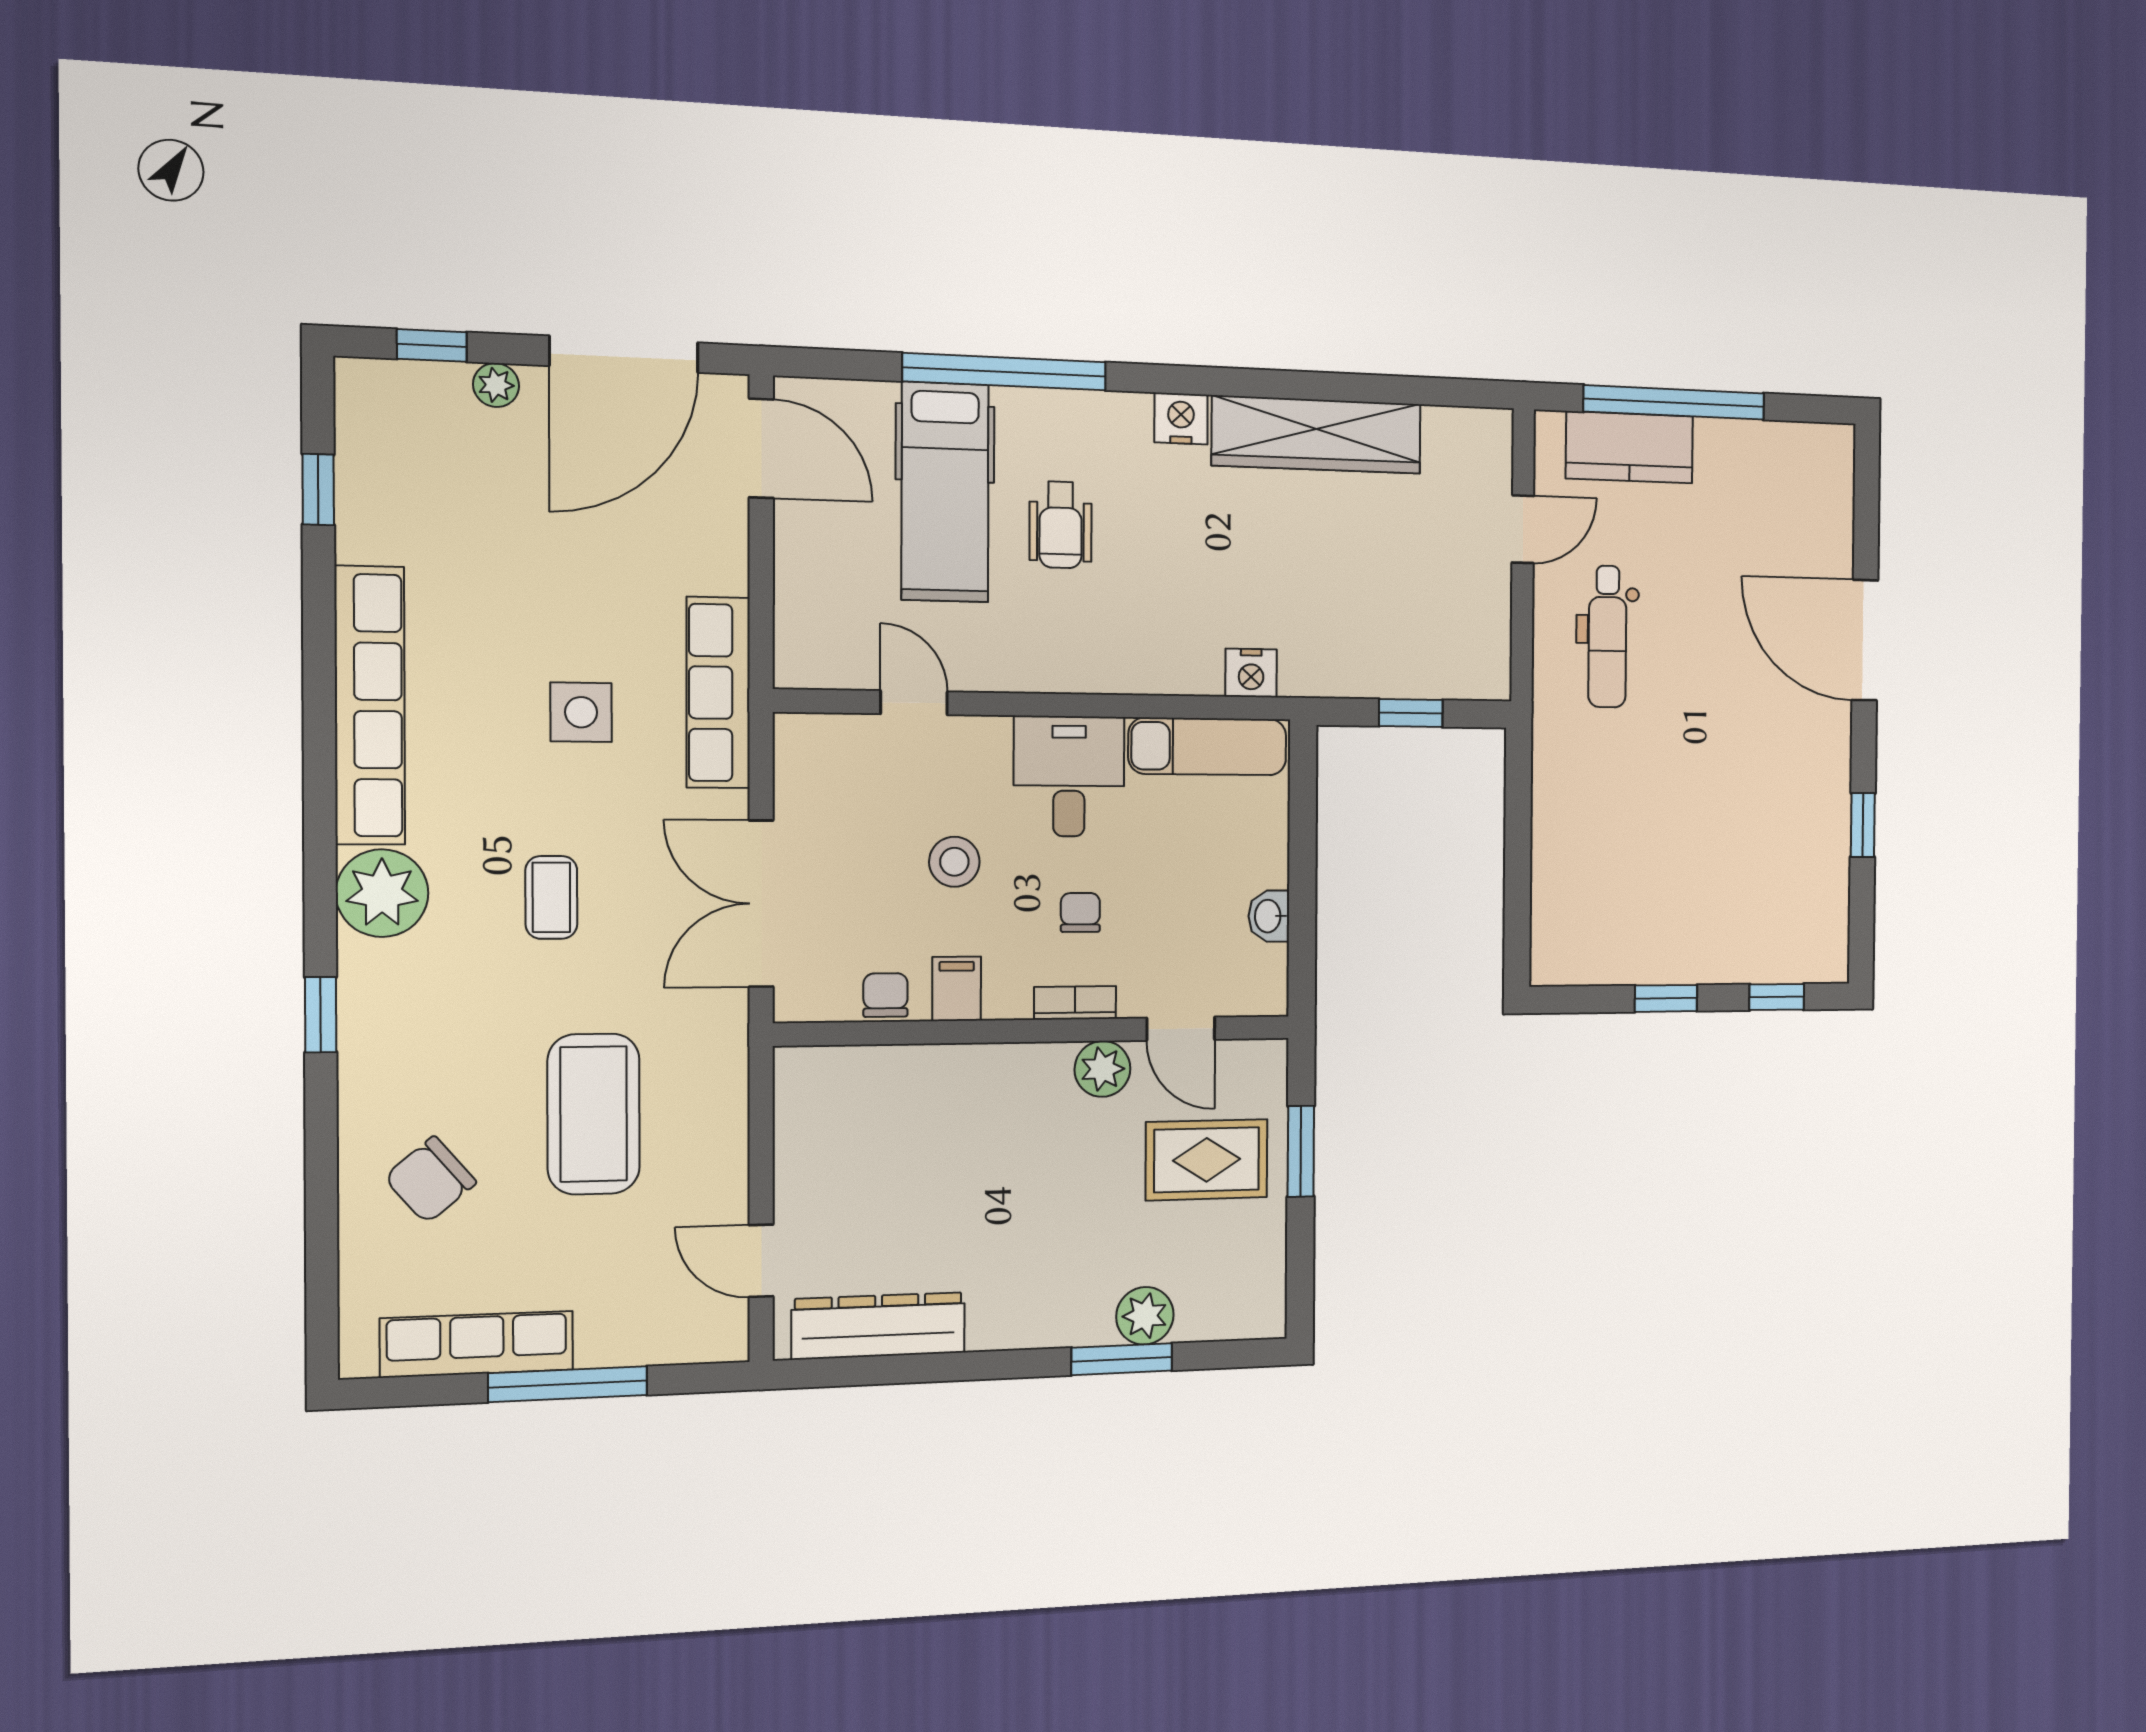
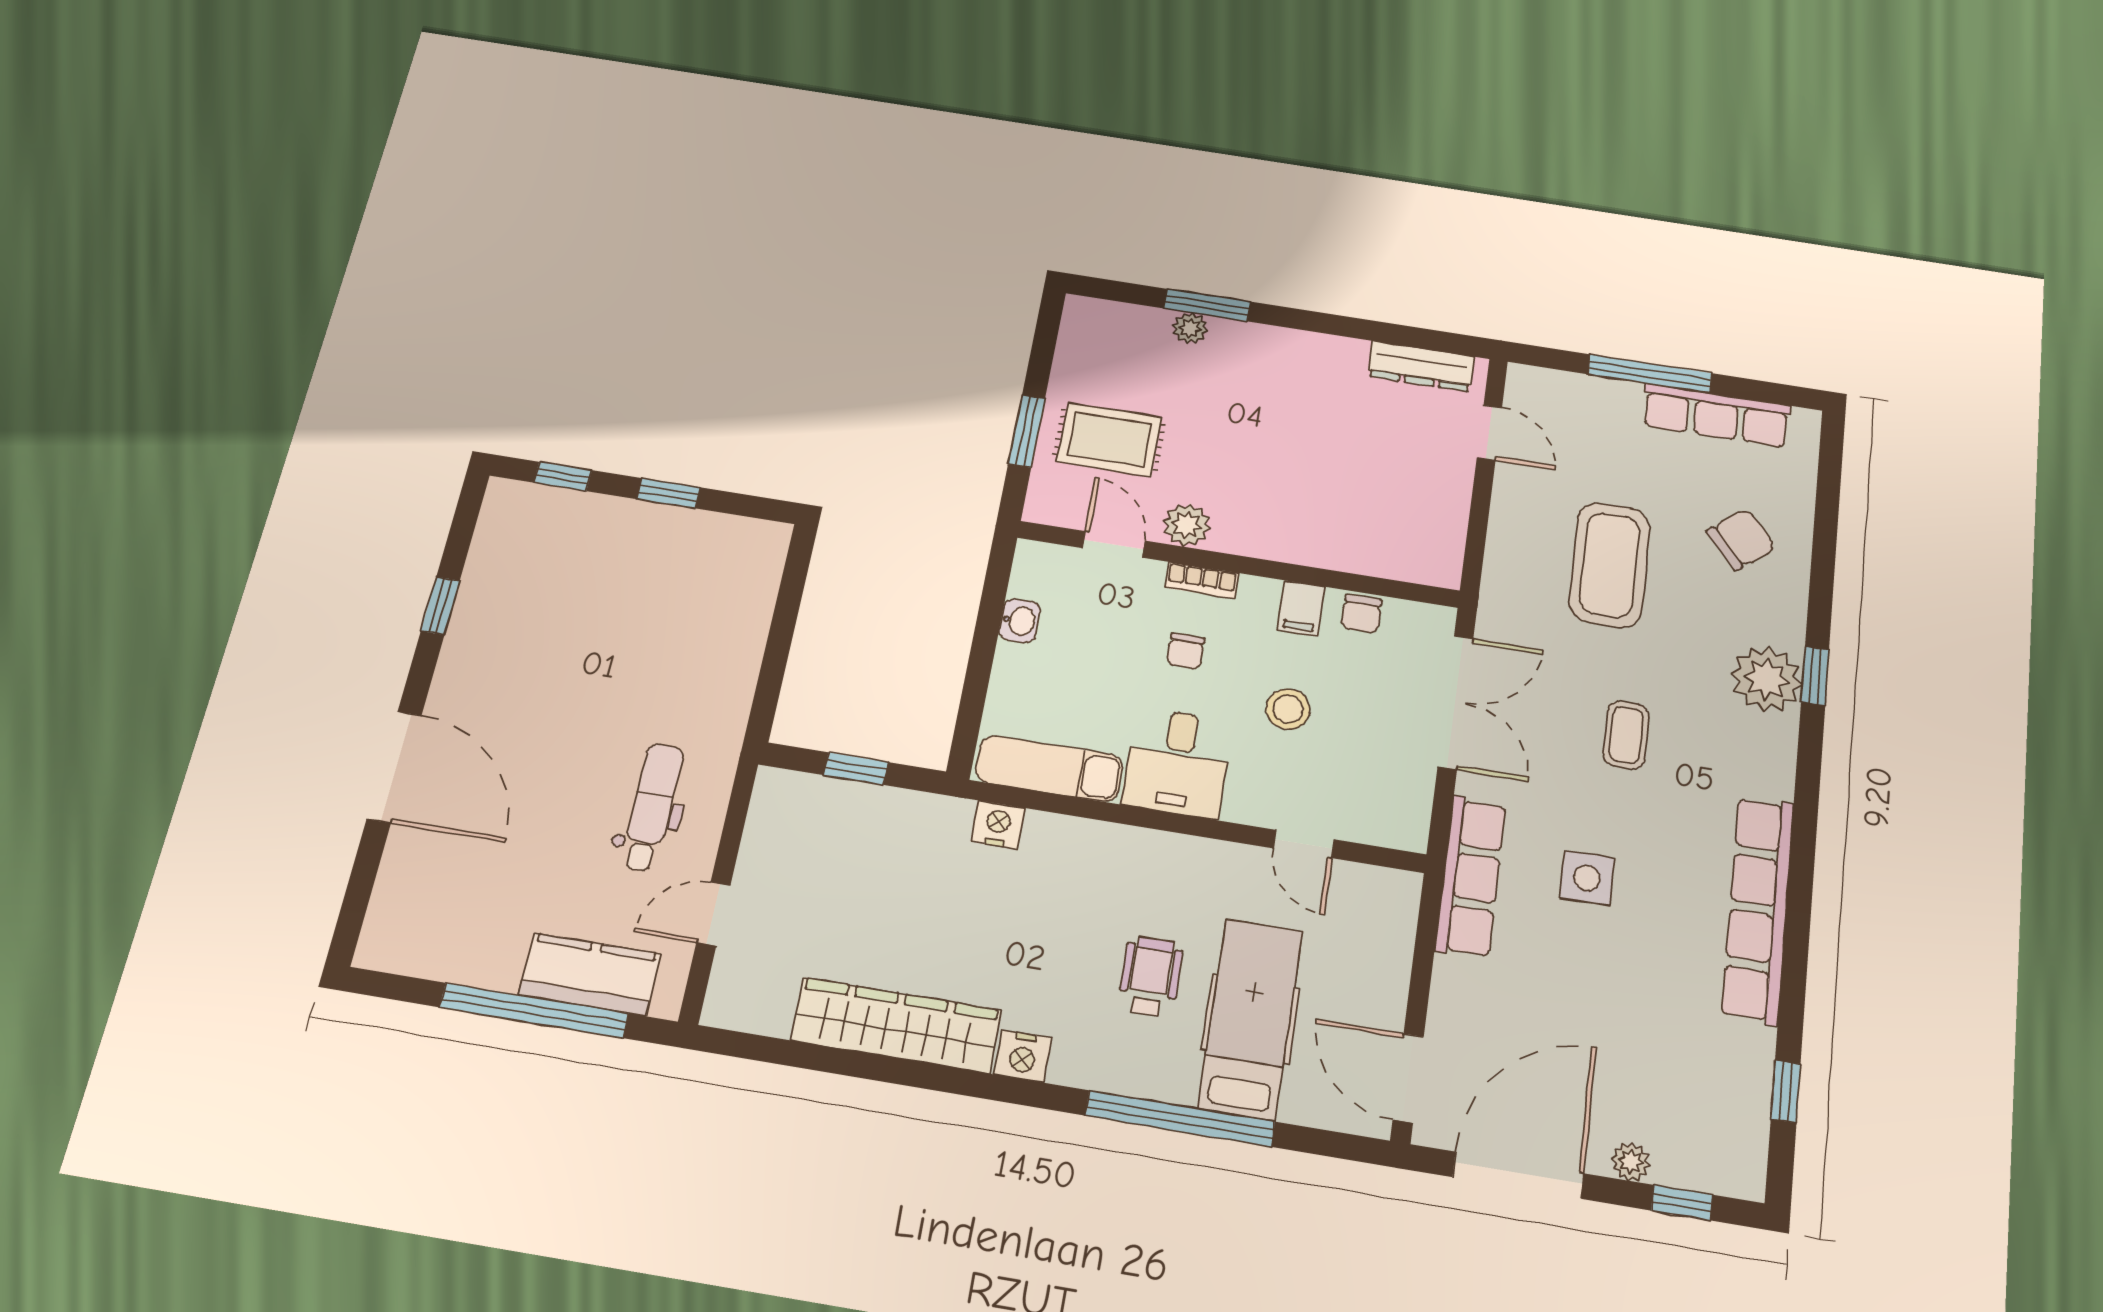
plant: (382, 893) -> (1767, 679), moved
plant: (1145, 1316) -> (1190, 328), width x0.73, depth x0.73
dresser: (879, 1326) -> (1421, 366), width x0.73, depth x0.80

